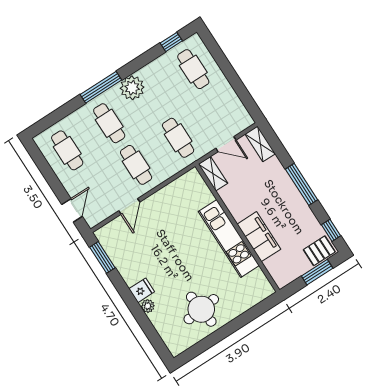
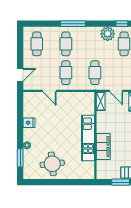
plant: (132, 88) -> (108, 34), moved
door: (129, 206) -> (49, 91), hinge flipped
window: (102, 257) -> (20, 158), moved
fridge: (142, 290) -> (29, 123), moved

